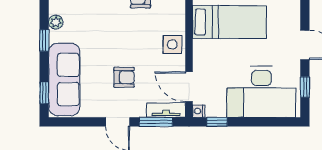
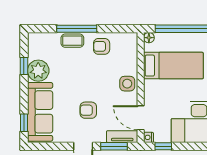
plant: (56, 22) -> (38, 71), width x1.87, depth x1.87
window: (44, 40) -> (24, 66), moved
armchair: (124, 77) -> (88, 110), turned 180

